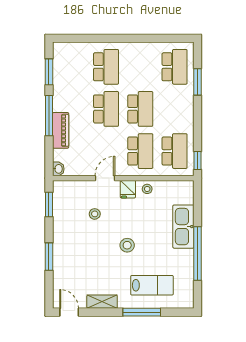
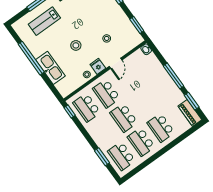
school desk: (106, 109) -> (141, 142), moved
piano: (61, 130) -> (190, 113), moved
stool: (127, 245) -> (76, 45), moved

